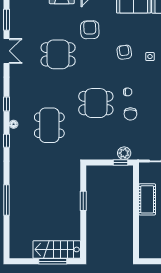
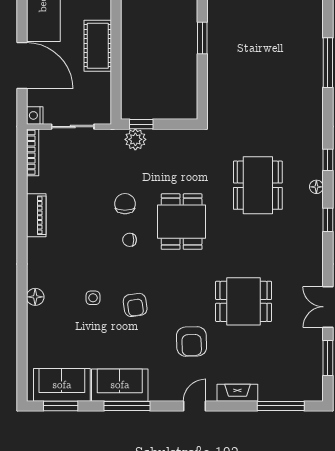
dining table: (96, 103) -> (182, 222), turned 90
cot: (147, 199) -> (98, 46), moved
window: (83, 201) -> (202, 38), moved

